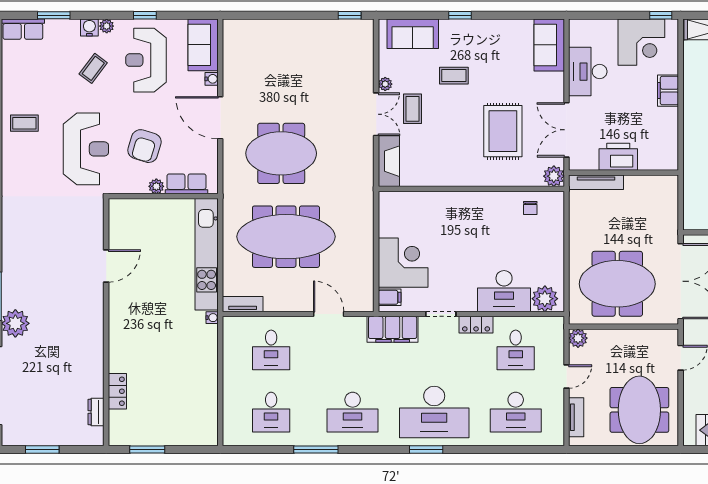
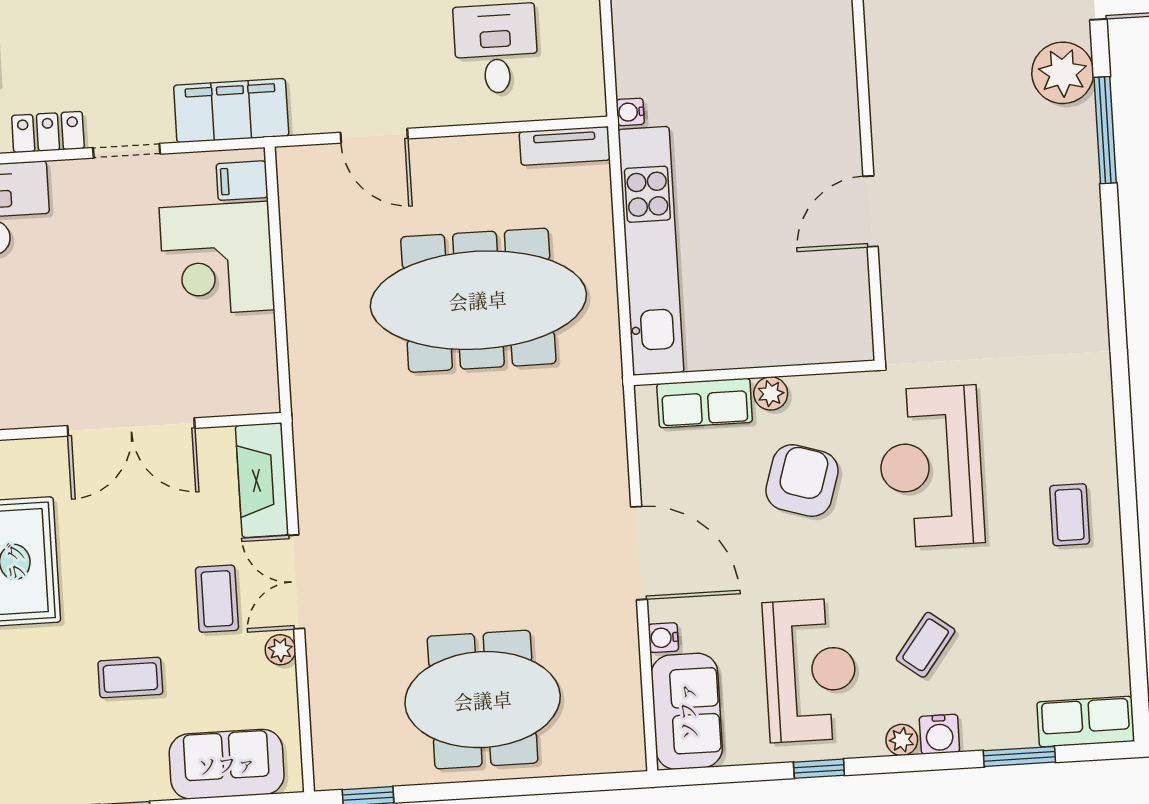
coffee table: (24, 123) -> (1070, 515), turned 90
meeting table: (281, 153) -> (483, 700), moved
double door: (447, 189) -> (131, 427), added

